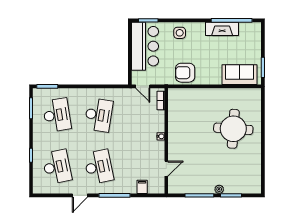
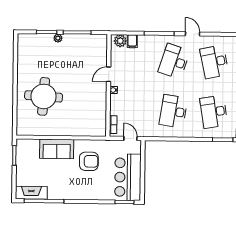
fireplace: (222, 29) -> (31, 193), moved
side table: (180, 33) -> (94, 190), removed
armchair: (185, 73) -> (89, 161), moved
sofa: (239, 75) -> (57, 149), moved
desk: (99, 167) -> (174, 61), turned 30
door: (166, 169) -> (109, 74), moved
plant: (155, 187) -> (120, 41), added
door: (80, 195) -> (193, 34), hinge flipped

